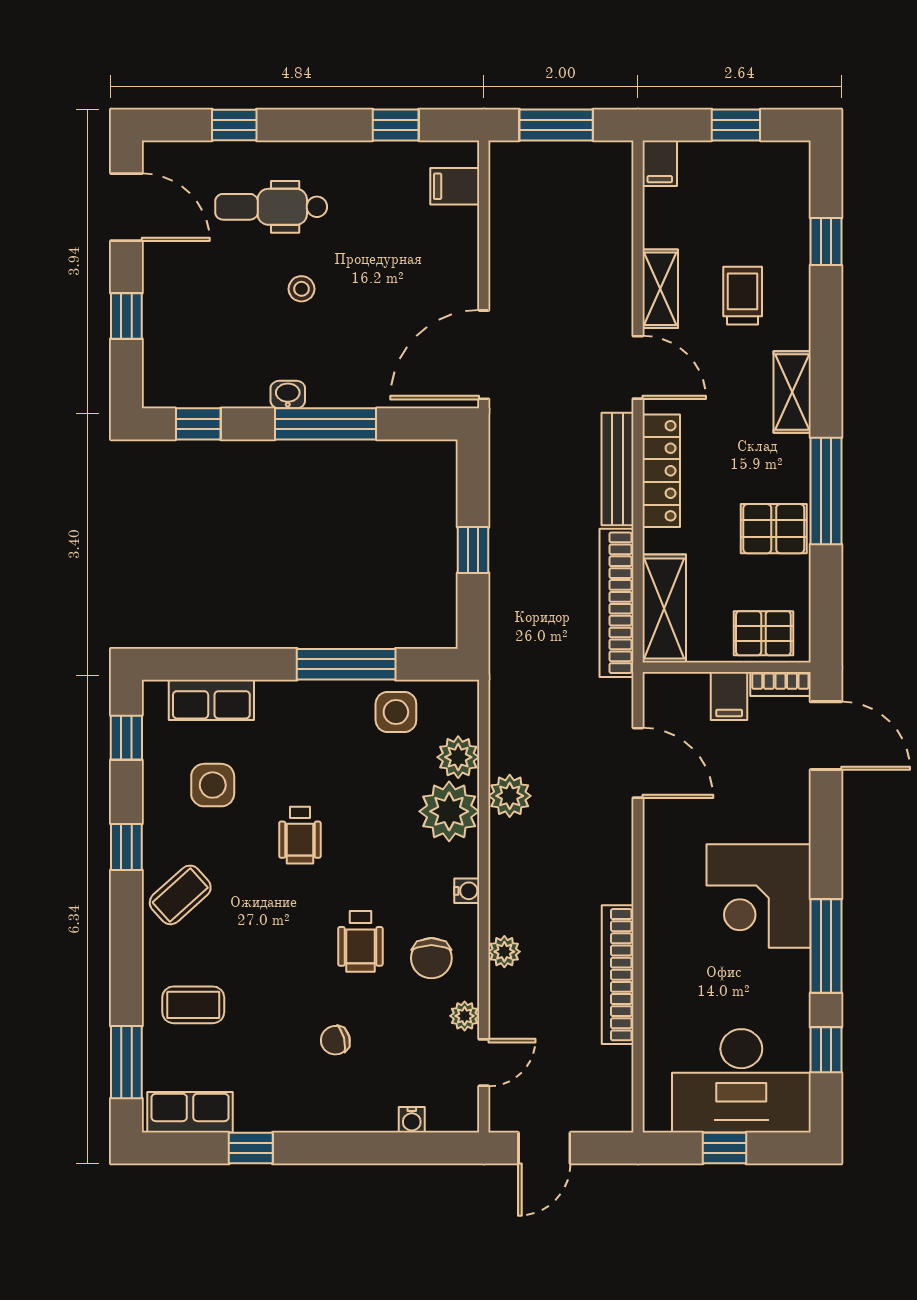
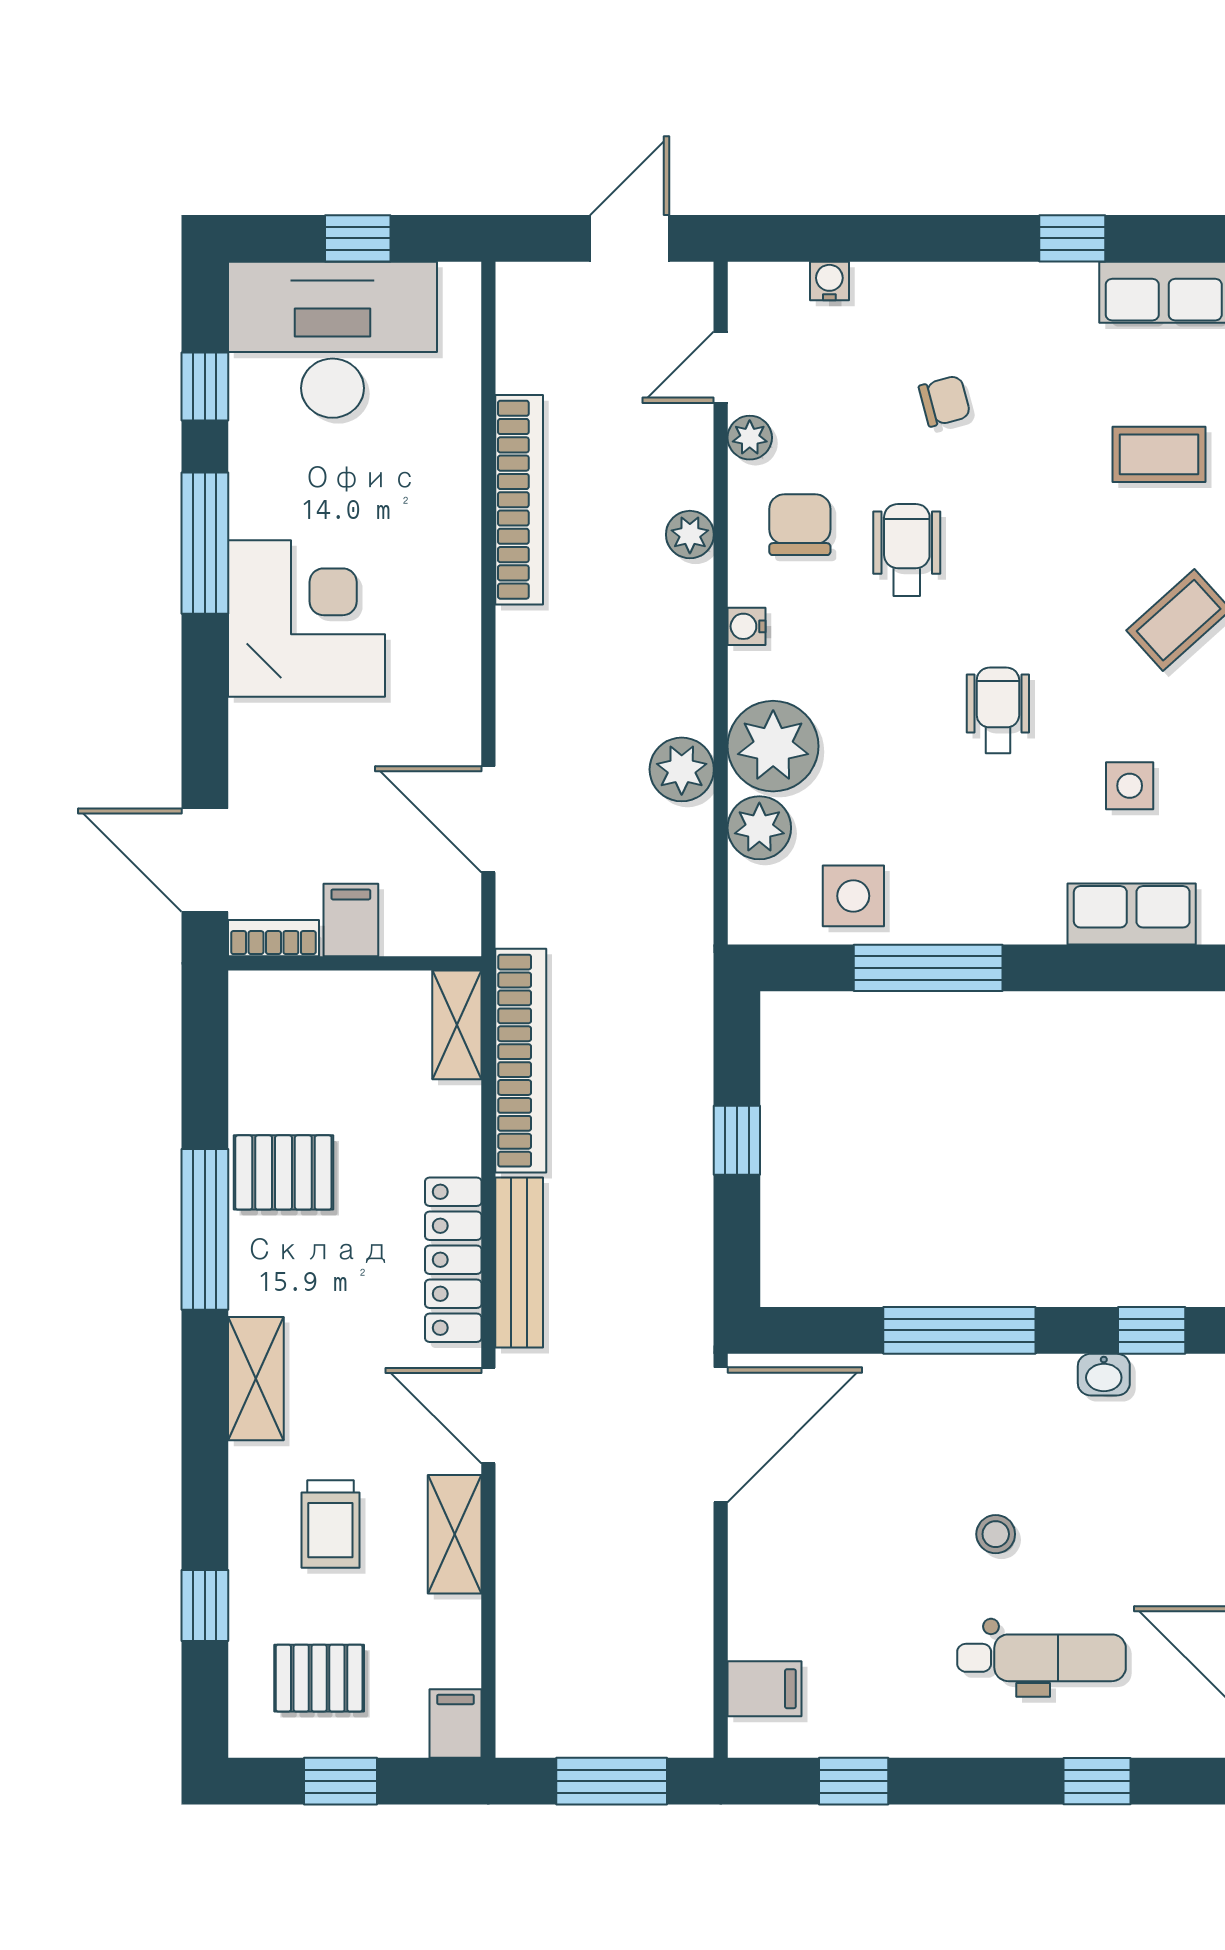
washbasin: (288, 395) -> (1104, 1375), moved
shelving: (664, 609) -> (457, 1025), width x0.67, depth x0.75
pallet: (763, 633) -> (319, 1678), moved
side table: (213, 785) -> (1130, 786), width x0.73, depth x0.73

